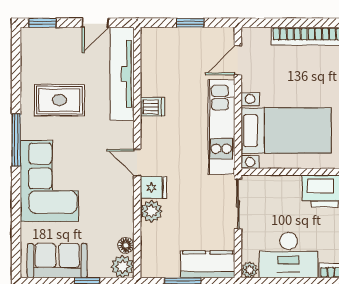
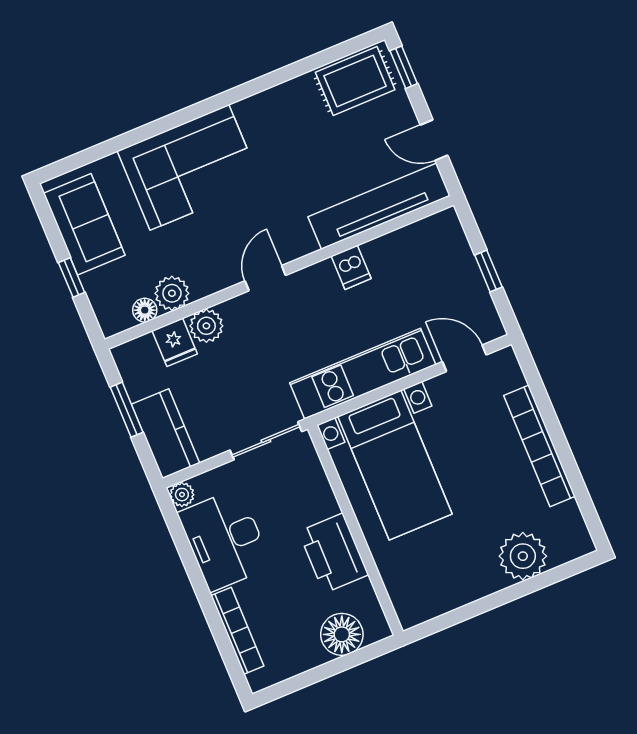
rug: (59, 100) -> (355, 81), moved, turned 90
window: (16, 140) -> (227, 98), removed
fridge: (153, 187) -> (175, 342), moved
plant: (123, 266) -> (172, 293), moved

